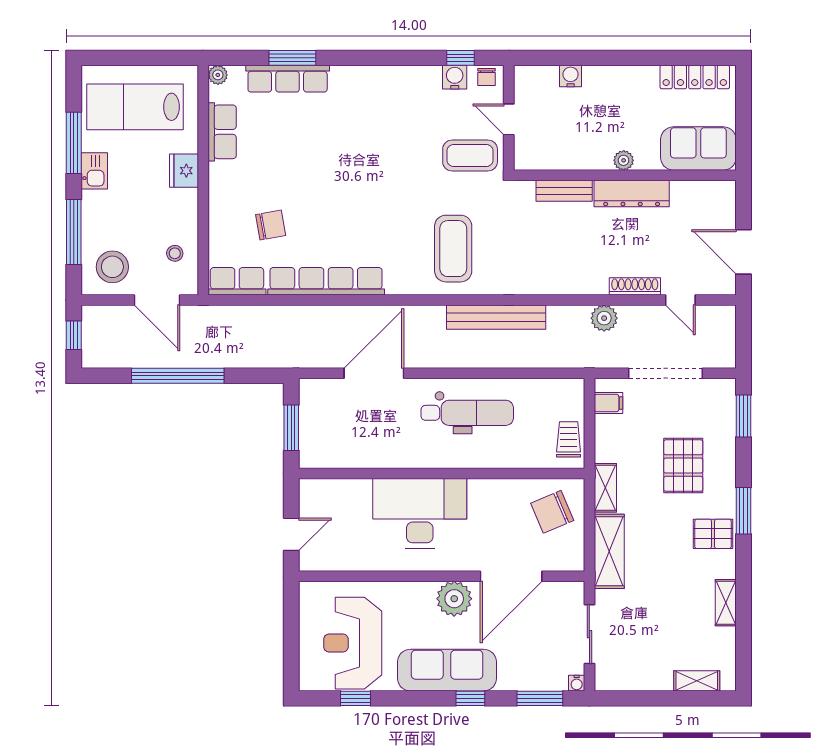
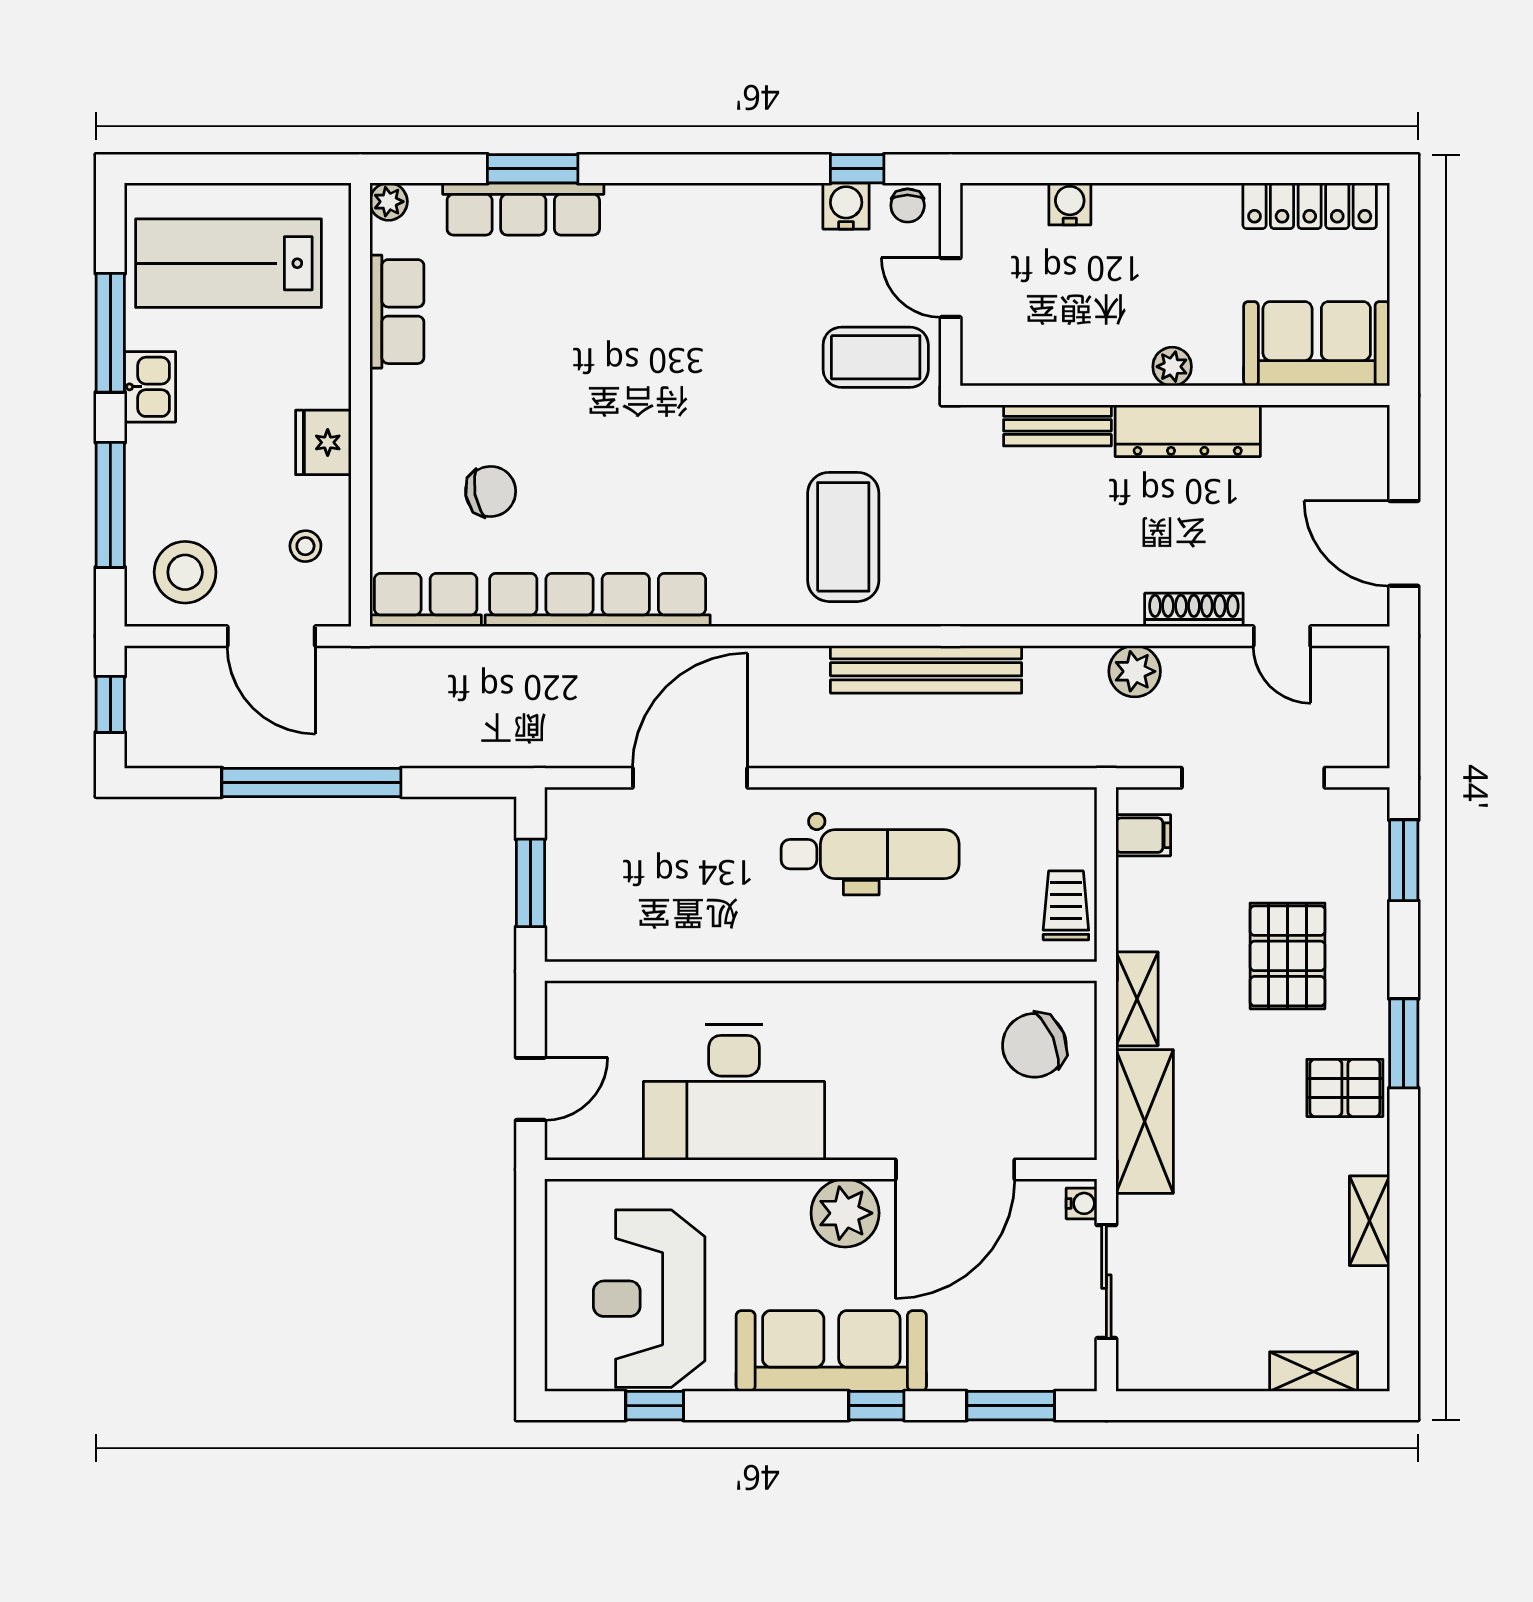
fridge: (184, 171) -> (323, 442), moved
desk: (420, 513) -> (734, 1092), moved, turned 180
water cooler: (577, 683) -> (1082, 1203), moved, turned -90

